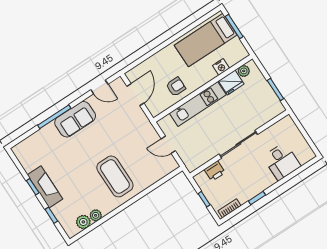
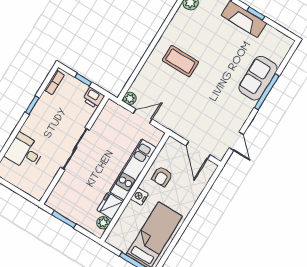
nightstand: (221, 67) -> (139, 196), moved
door: (99, 87) -> (236, 141), swing flipped
sofa: (75, 119) -> (258, 78), moved
printer: (215, 171) -> (93, 98), moved, turned -90
coffee table: (115, 176) -> (180, 61), width x0.73, depth x0.76
plant: (96, 215) -> (130, 98), moved

